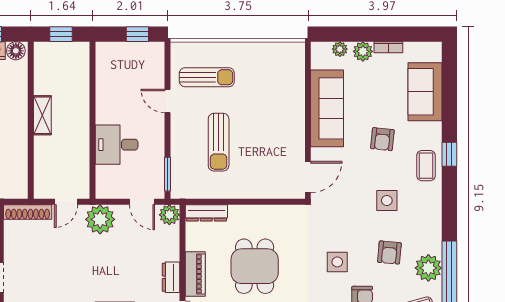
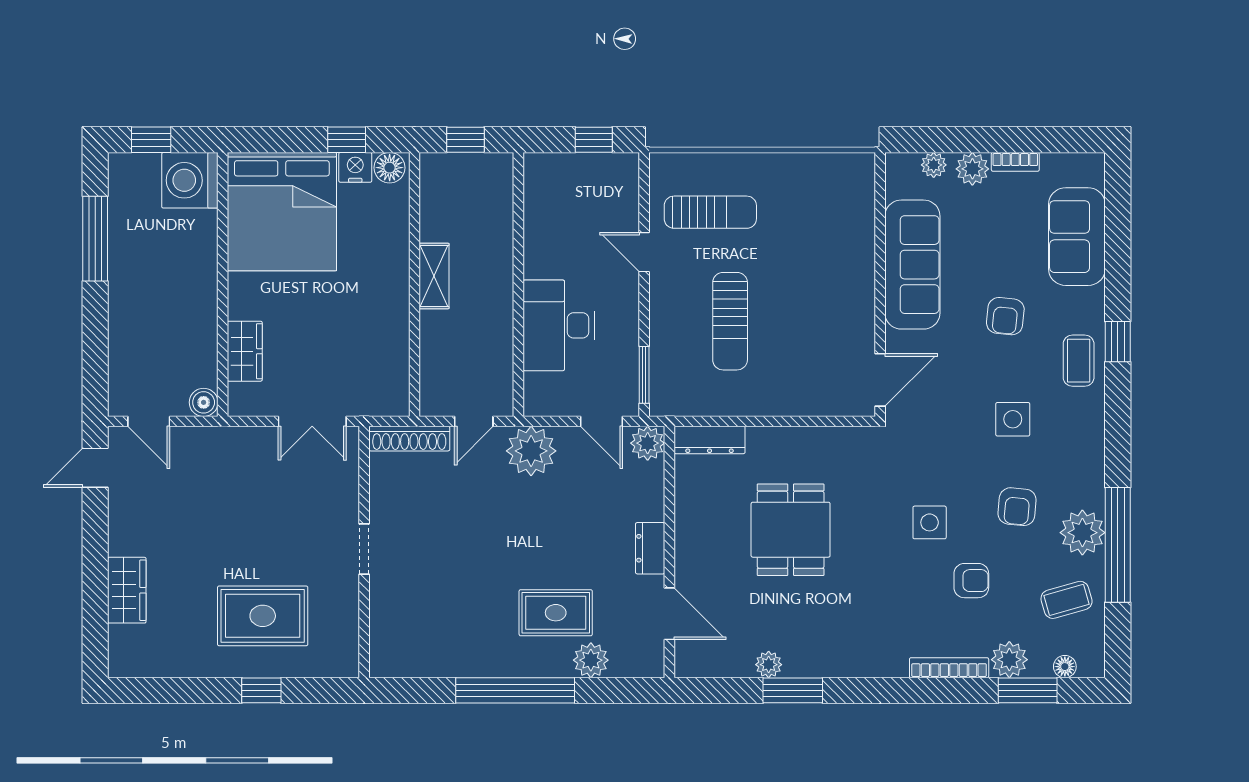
desk: (117, 145) -> (559, 325), width x1.37
piano: (195, 274) -> (691, 543), removed

